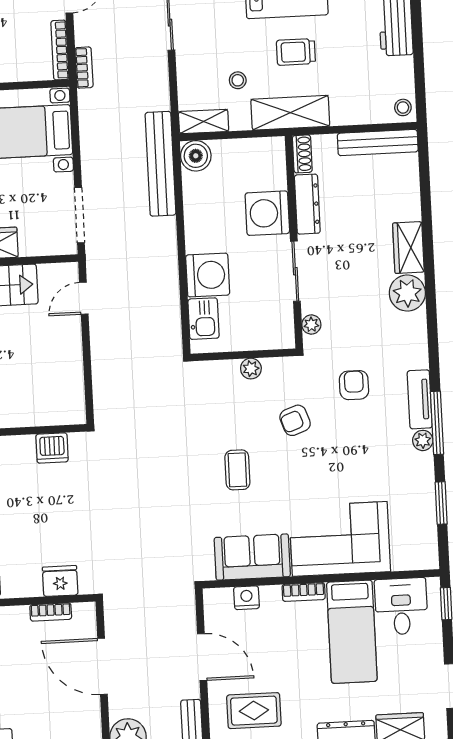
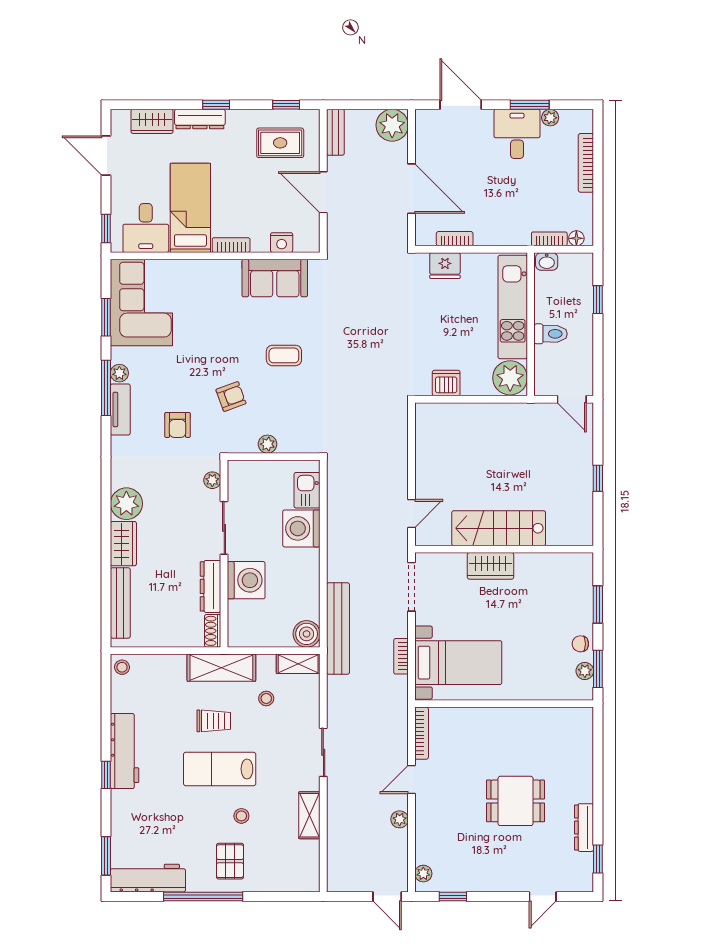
bookcase: (84, 68) -> (401, 656), moved
bench: (378, 143) -> (120, 603), moved, turned 90
coffee table: (237, 470) -> (284, 355), turned 90
corner sofa: (340, 539) -> (141, 303), moved, turned -90

